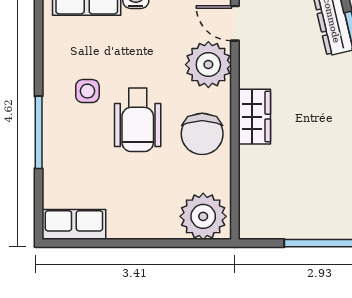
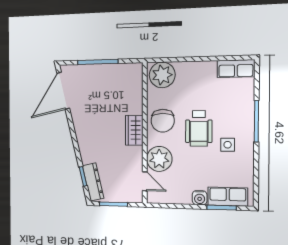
wheelchair: (138, 120) -> (199, 128), turned 180
chair: (202, 134) -> (163, 121), turned 180

